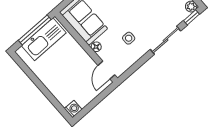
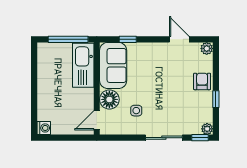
kitchen sink: (44, 39) -> (83, 65), moved, turned 90
floor lamp: (96, 47) -> (109, 99), width x1.89, depth x1.89

